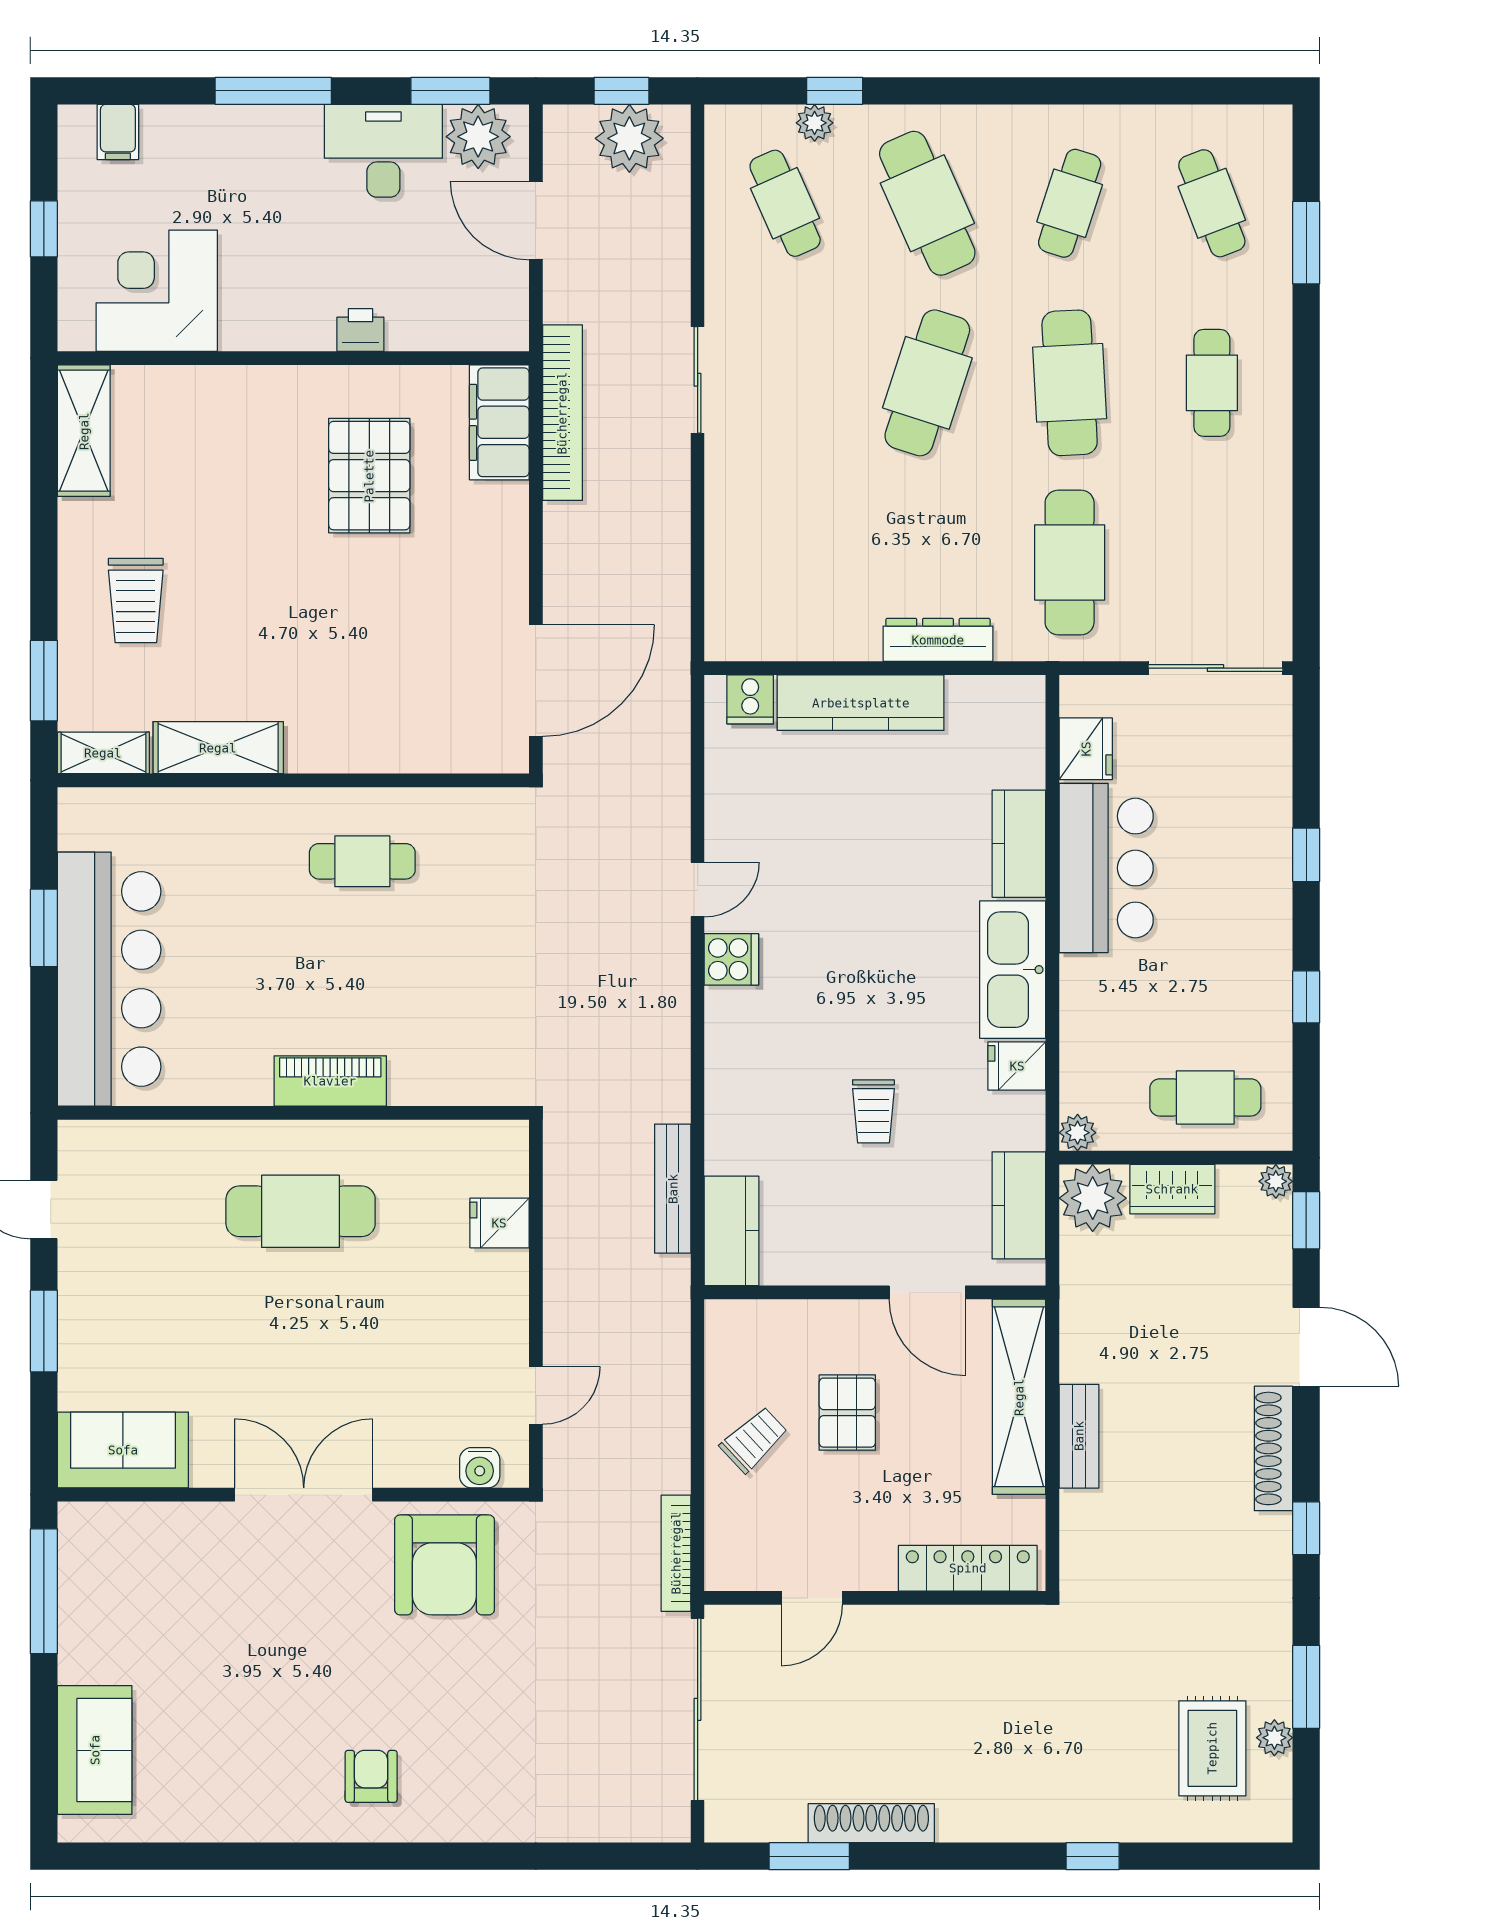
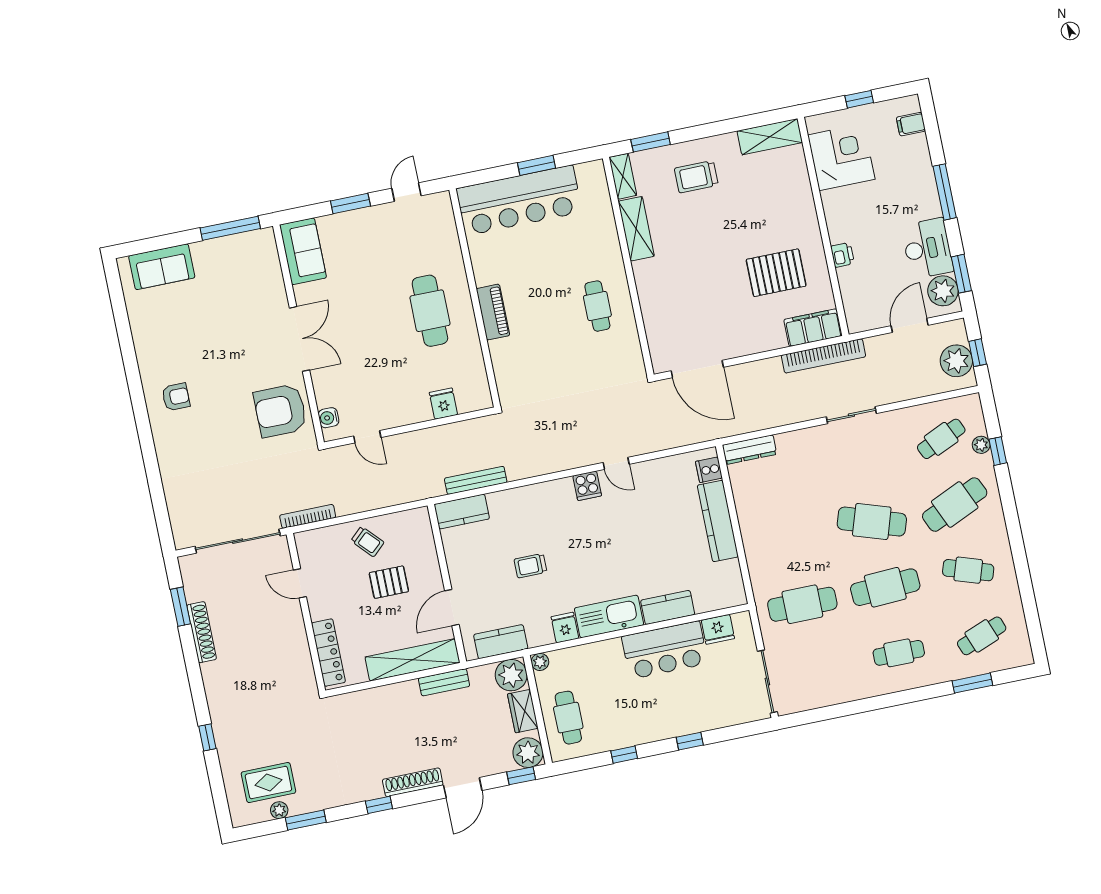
dresser: (938, 640) -> (749, 450), moved, turned 90
plant: (1276, 1181) -> (528, 753), width x1.87, depth x1.87
bench: (1079, 1436) -> (444, 682), moved

